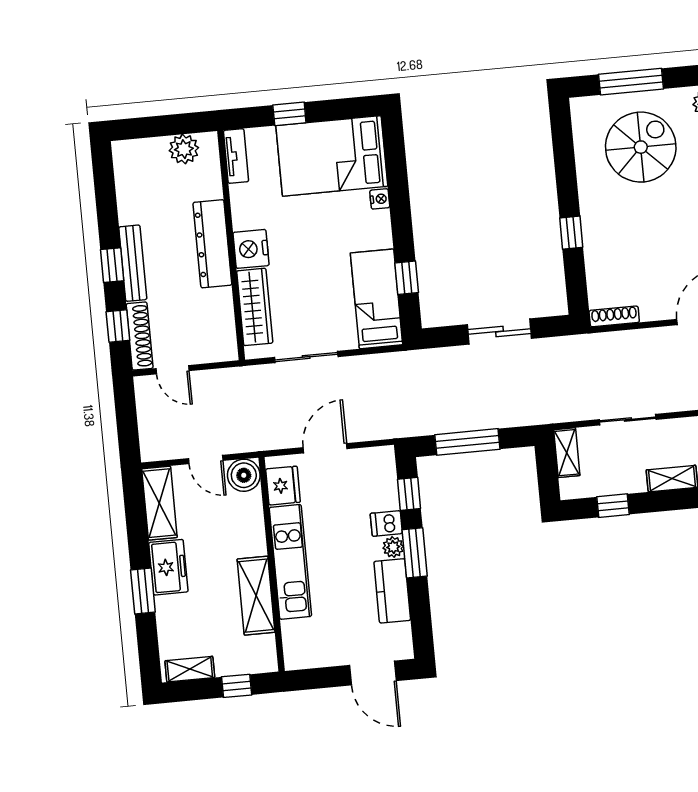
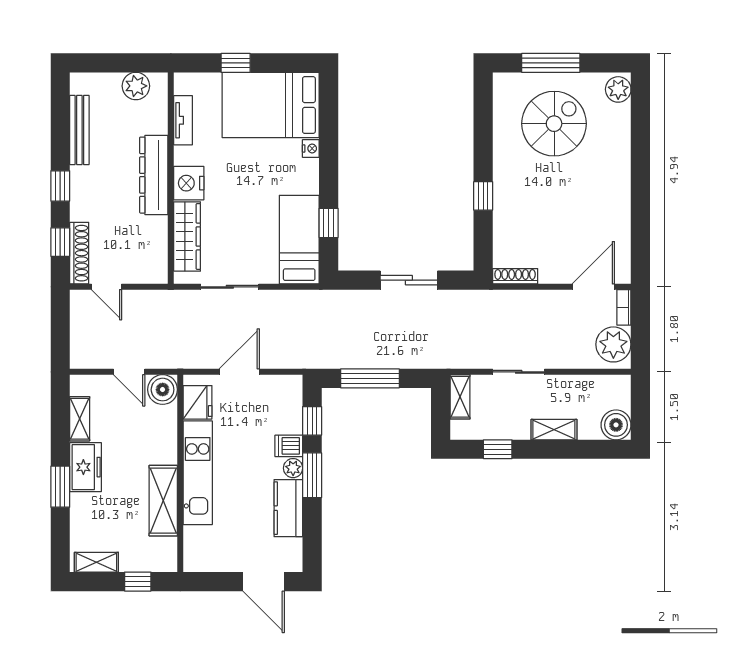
tv unit: (236, 156) -> (183, 120), moved
bench: (133, 263) -> (79, 130), moved
shelving: (159, 503) -> (80, 419), width x0.67, depth x0.75

